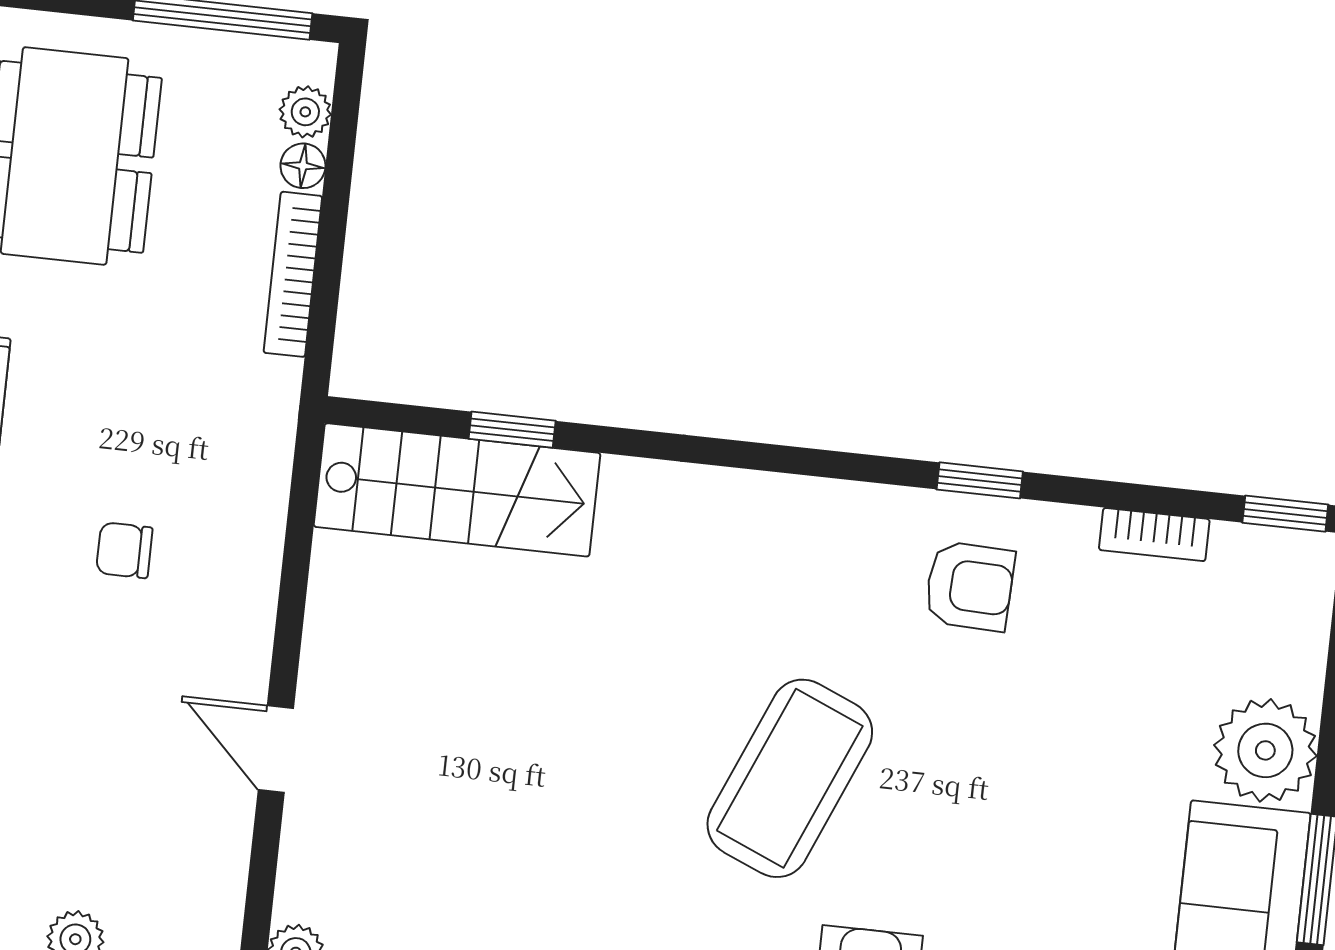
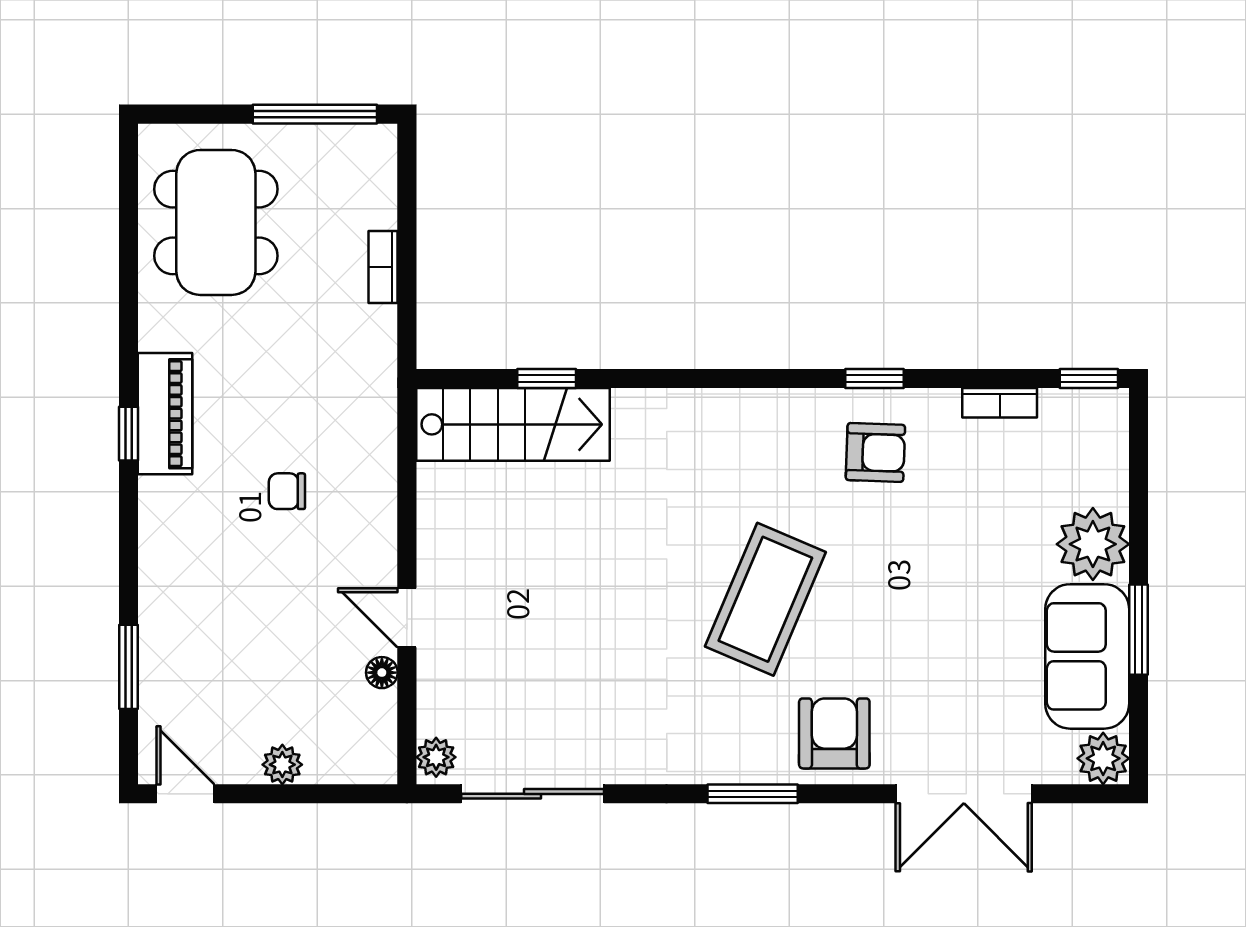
plant: (305, 112) -> (379, 174), removed
floor lamp: (303, 166) -> (382, 673), moved
bookcase: (293, 274) -> (383, 267), width x0.64

